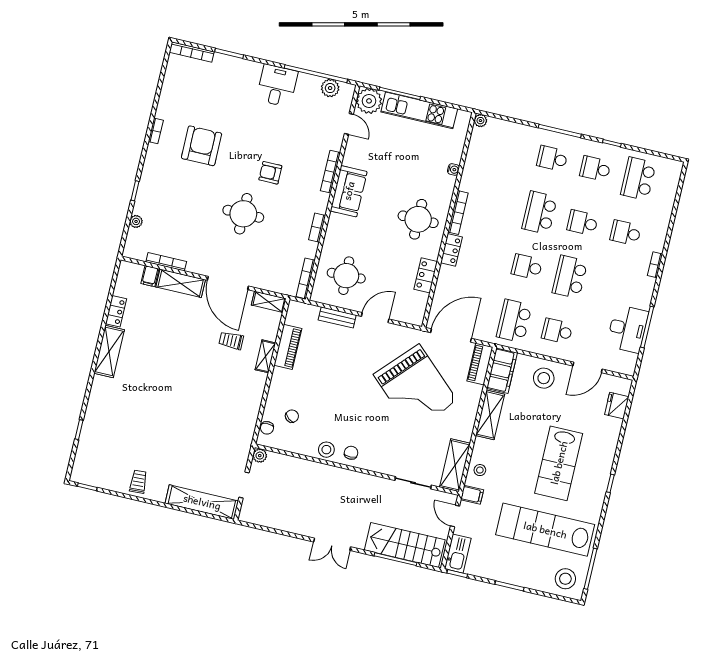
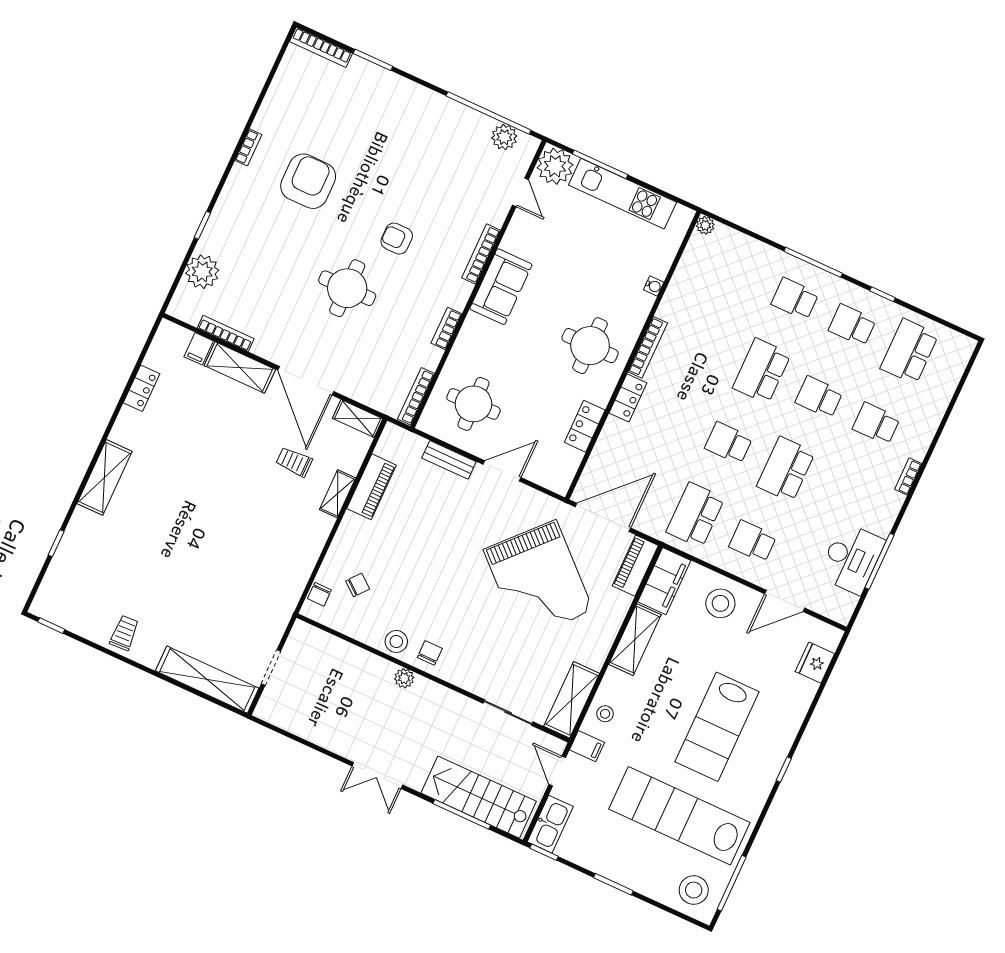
desk: (277, 86) -> (431, 119), removed
plant: (136, 221) -> (202, 272), width x1.88, depth x1.88
shelving: (109, 351) -> (104, 477), moved
plant: (260, 456) -> (404, 678), moved

